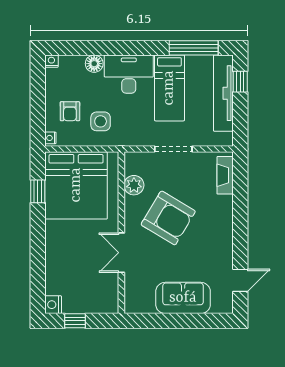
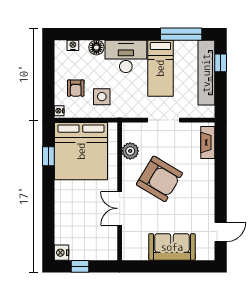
nightstand: (51, 61) -> (73, 45), moved

